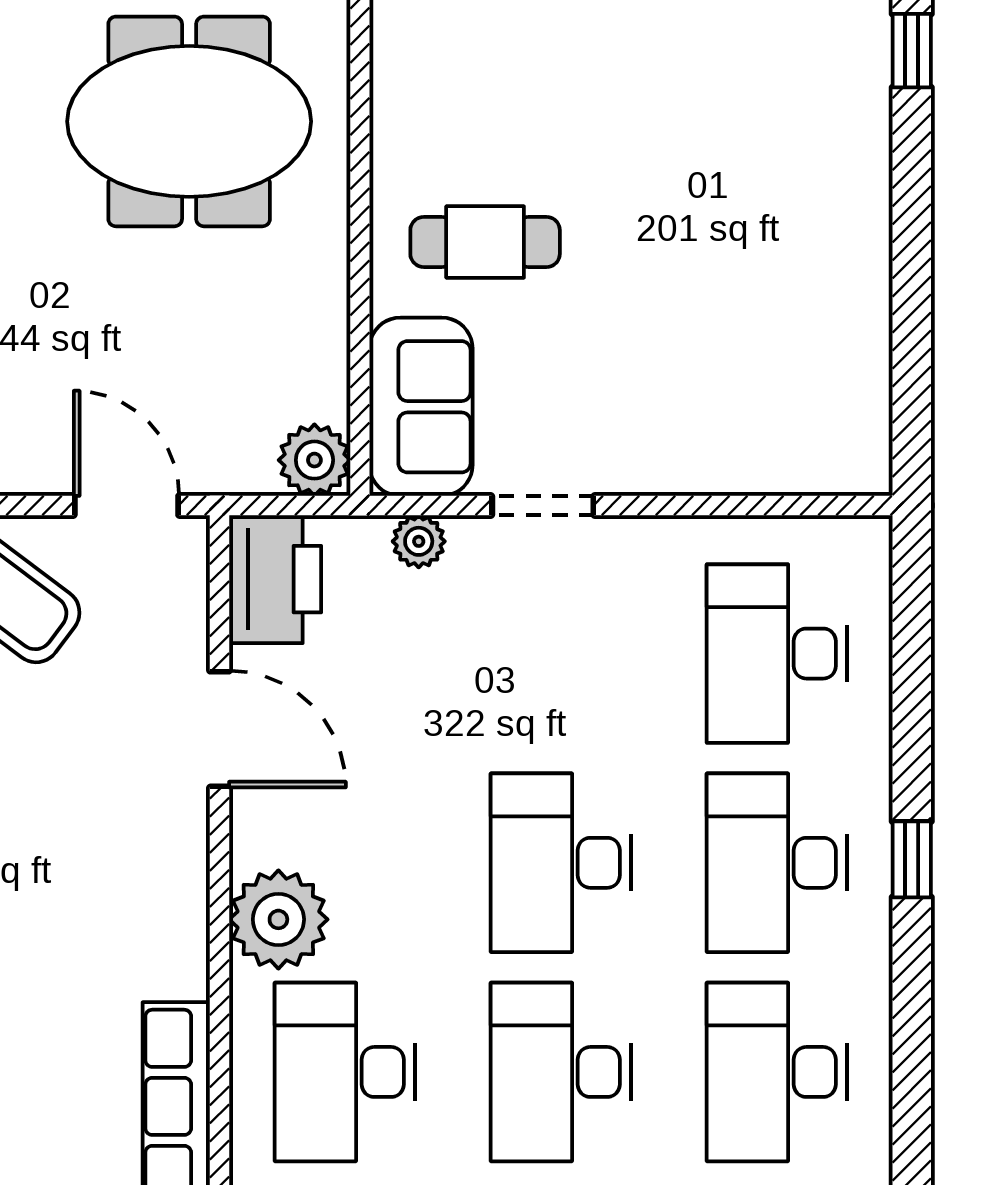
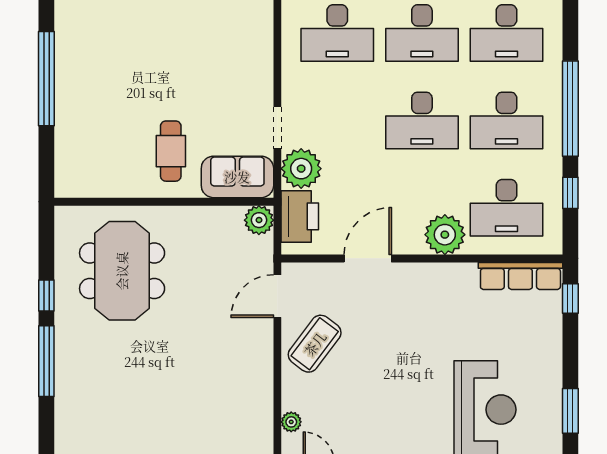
plant: (419, 541) -> (301, 169), width x1.88, depth x1.88
printer: (275, 579) -> (300, 216), moved, turned 90

